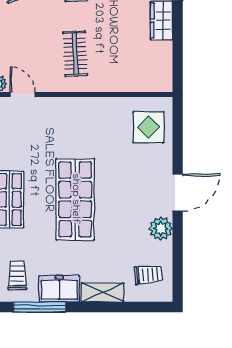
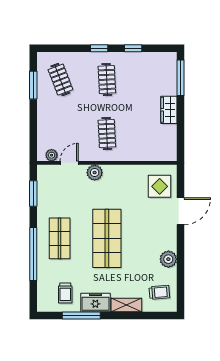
door: (23, 95) -> (69, 163), hinge flipped
plant: (58, 108) -> (95, 173), added
door: (178, 193) -> (180, 211), moved
trolley: (17, 276) -> (65, 293), turned 180

